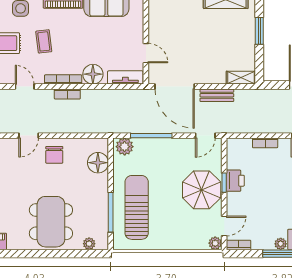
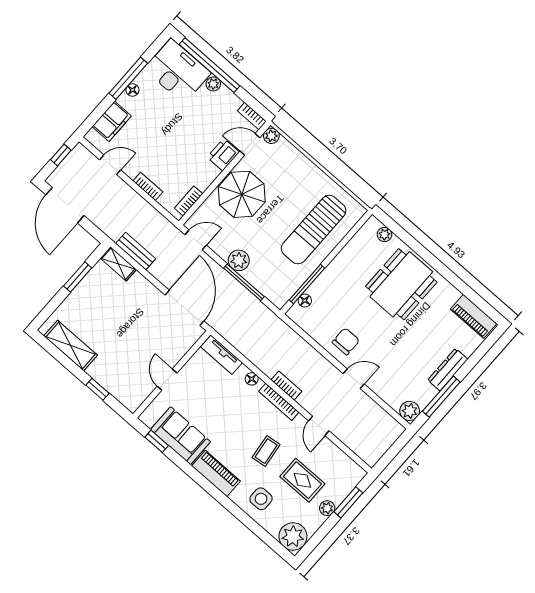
window: (259, 31) -> (78, 277), moved
door: (146, 53) -> (167, 380), moved
floor lamp: (93, 74) -> (252, 379), width x0.53, depth x0.53
bench: (217, 95) -> (136, 251), moved
plant: (125, 147) -> (239, 260), moved
bookcase: (231, 156) -> (189, 201), added
floor lamp: (98, 163) -> (305, 301), width x0.53, depth x0.53
printer: (235, 181) -> (223, 155), moved
window: (224, 183) -> (216, 183), removed
window: (111, 212) -> (307, 284), moved

